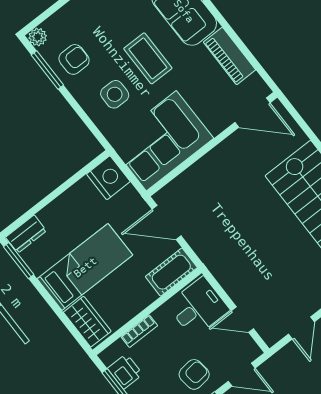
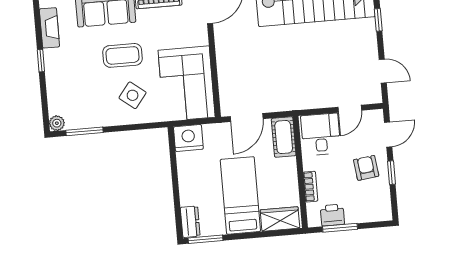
armchair: (74, 59) -> (89, 108), removed
side table: (115, 94) -> (133, 95), turned 38

